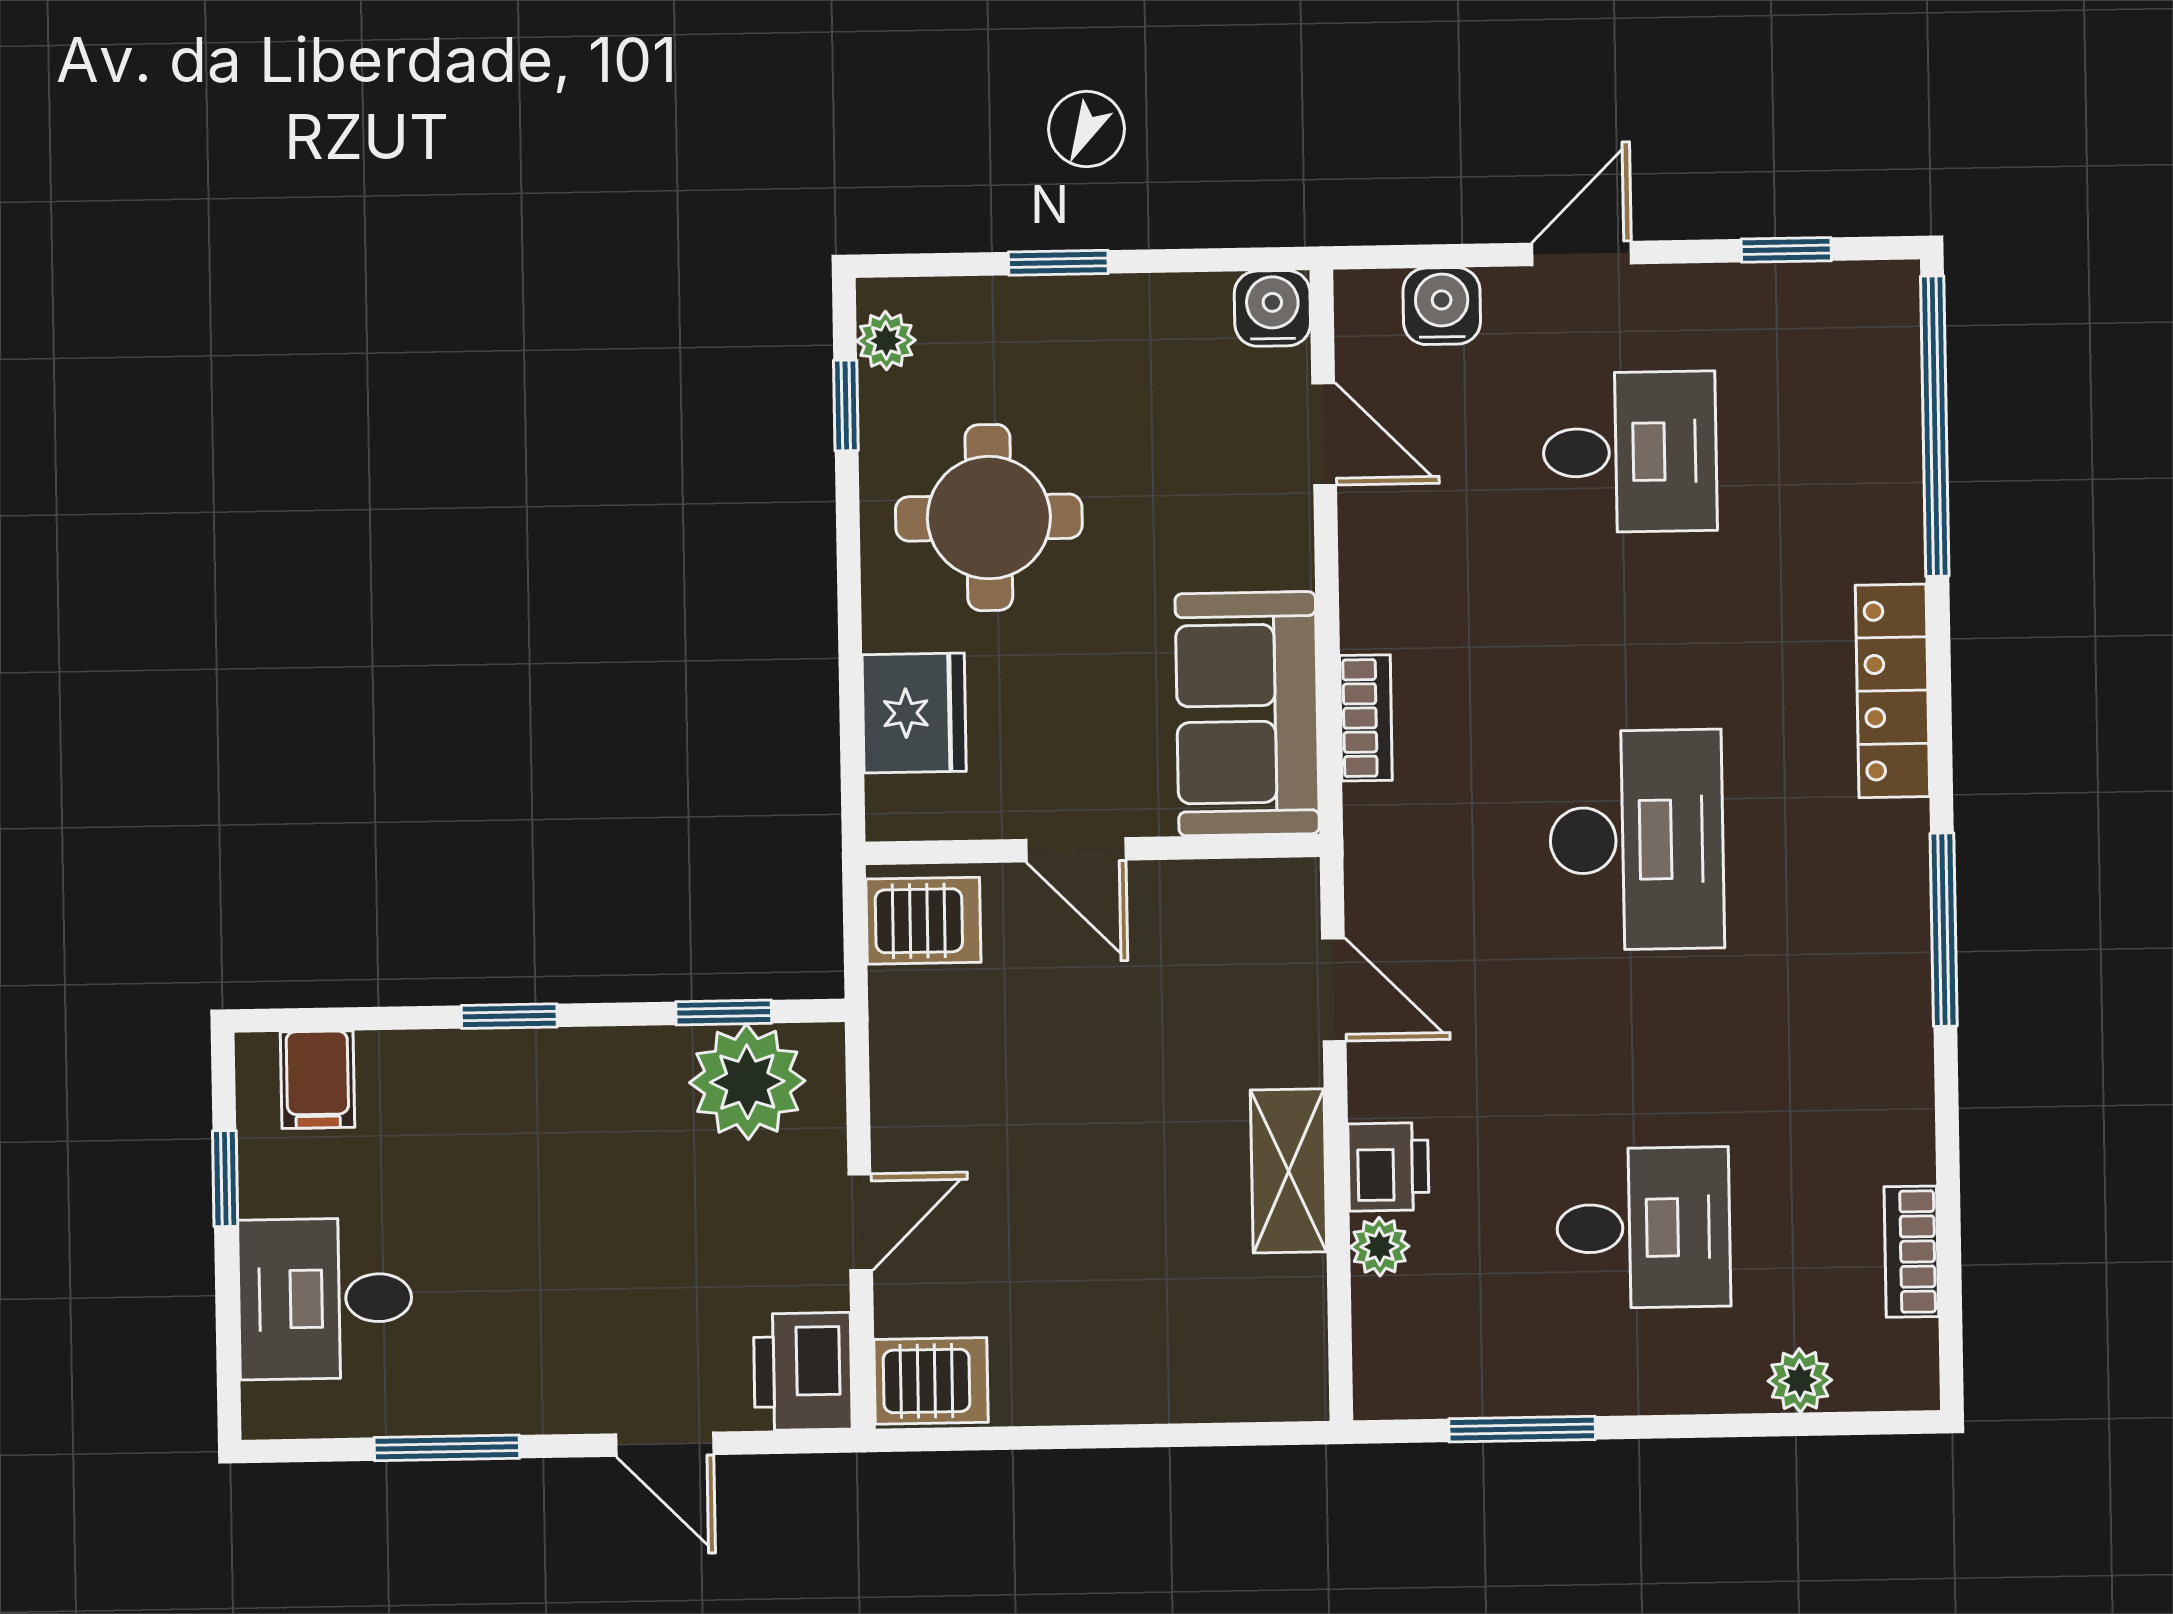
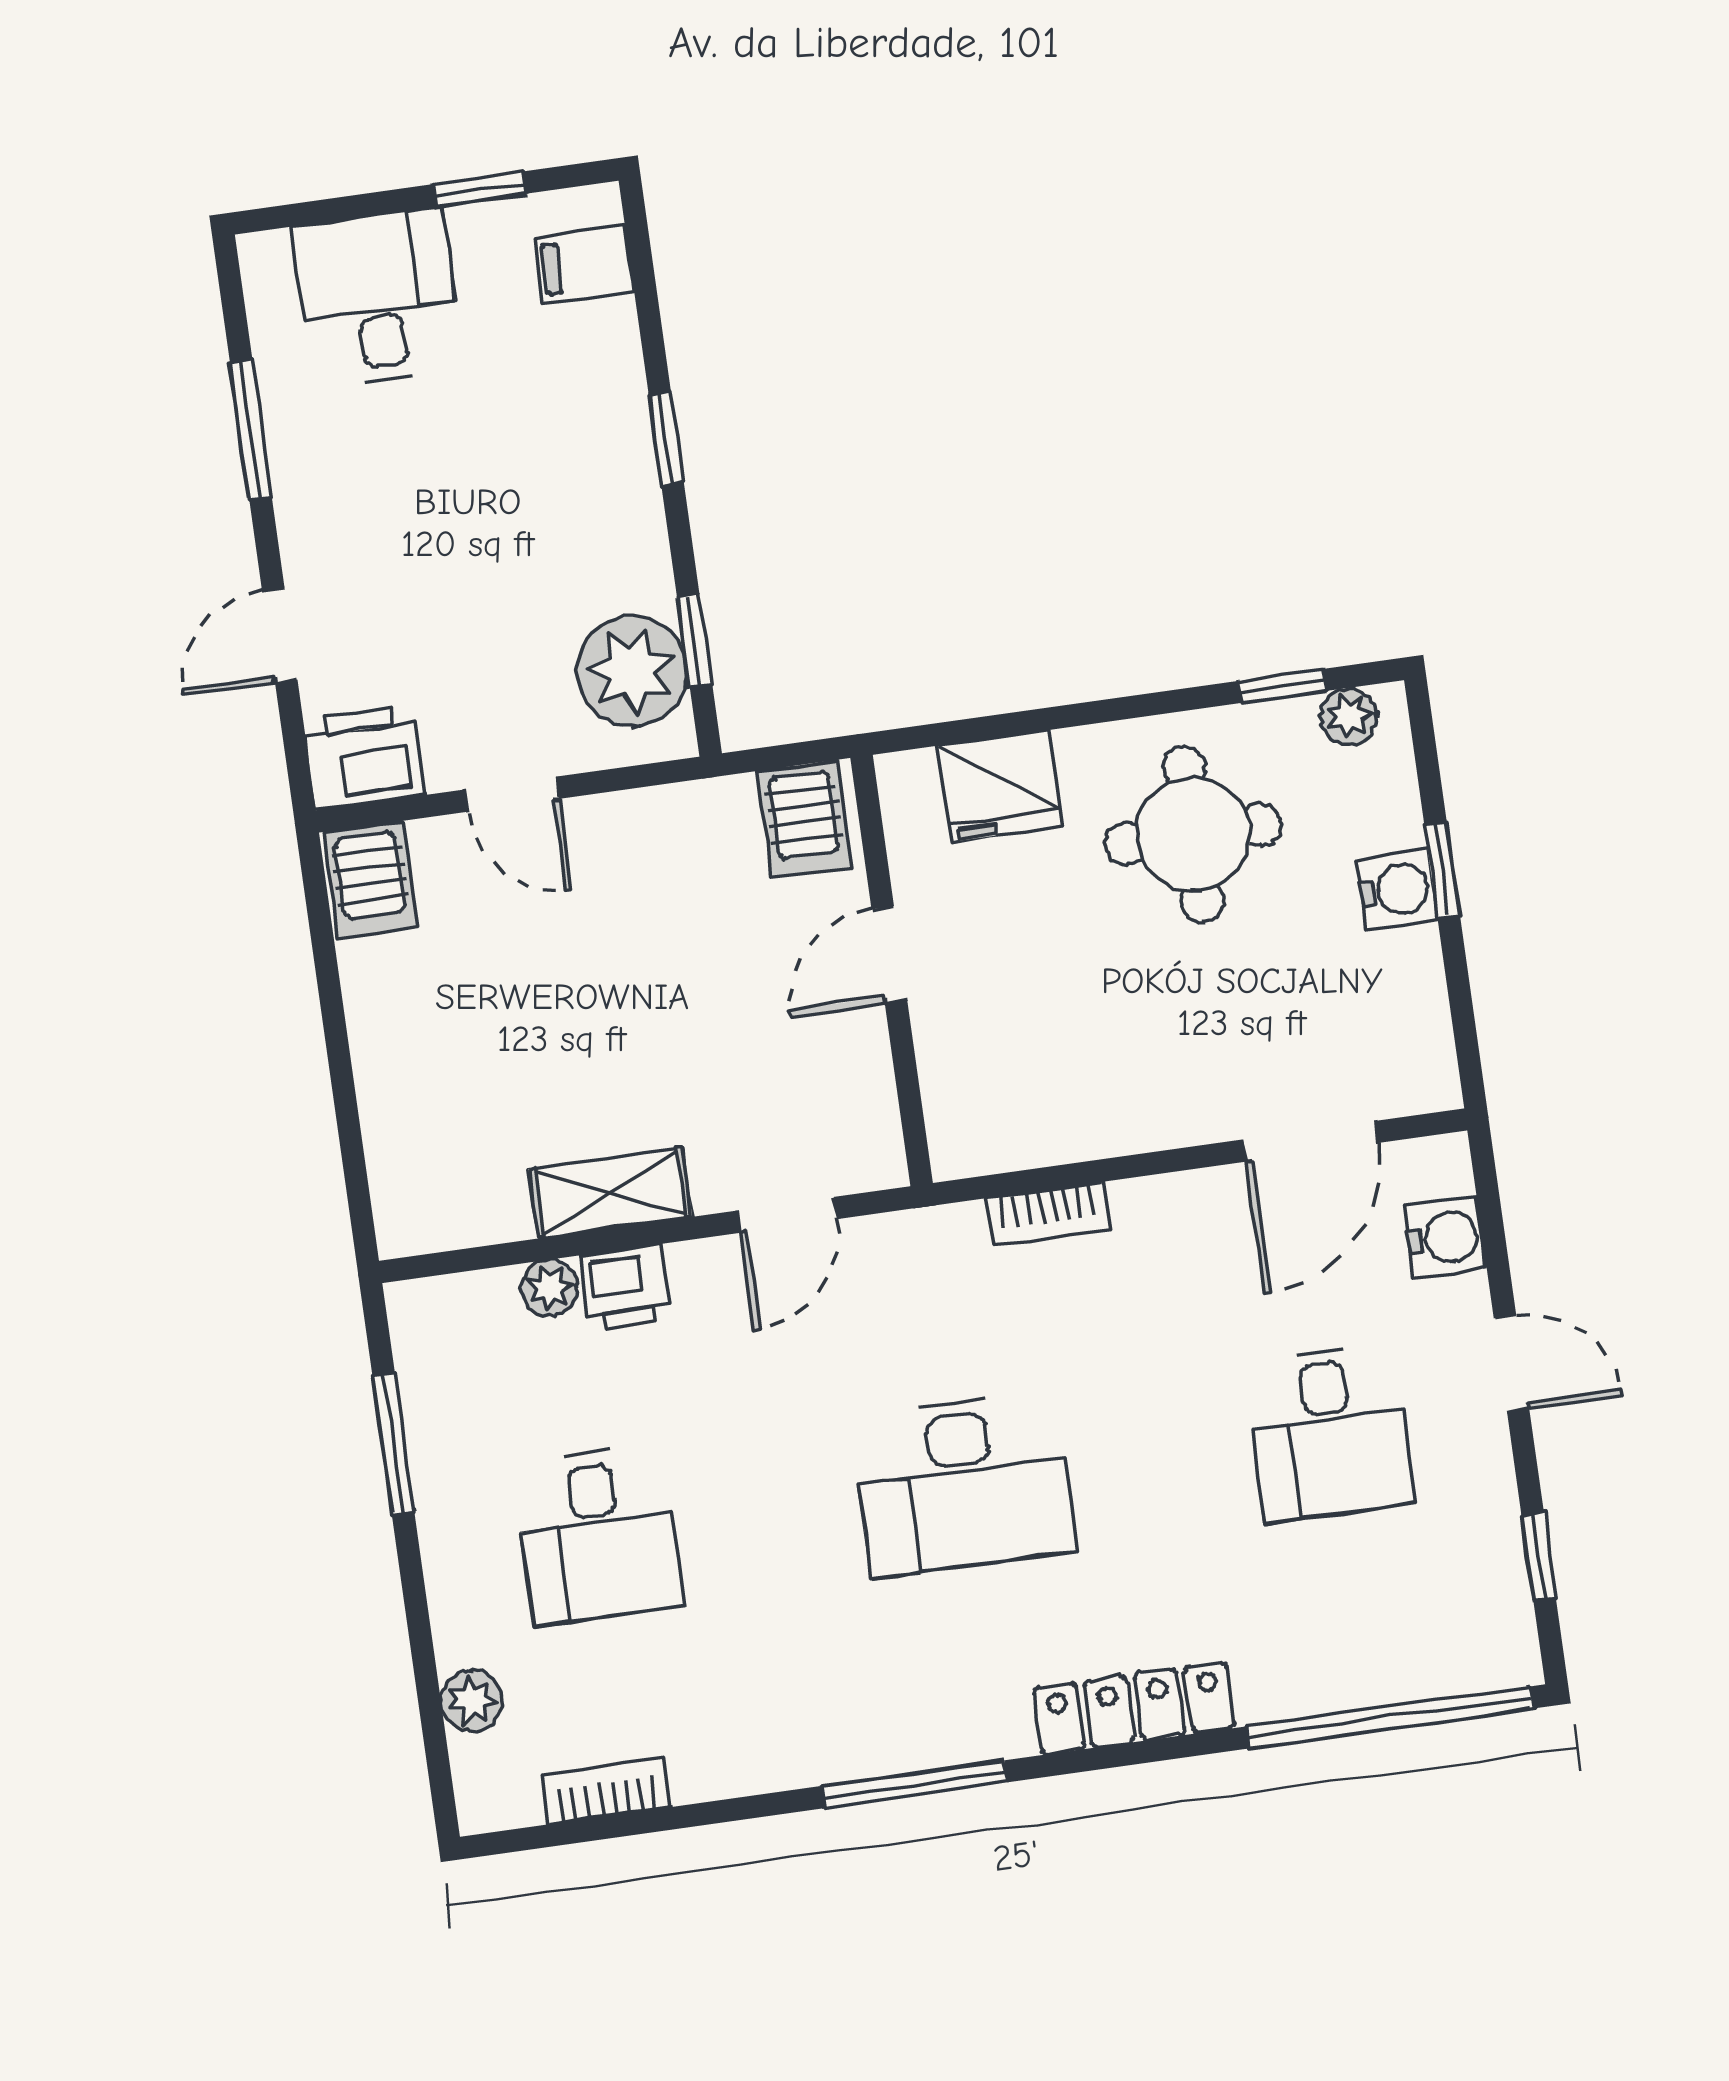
water cooler: (1272, 308) -> (1397, 890), moved
door: (1324, 434) -> (1311, 1141), width x1.38
sofa: (1247, 714) -> (1038, 1101), removed

